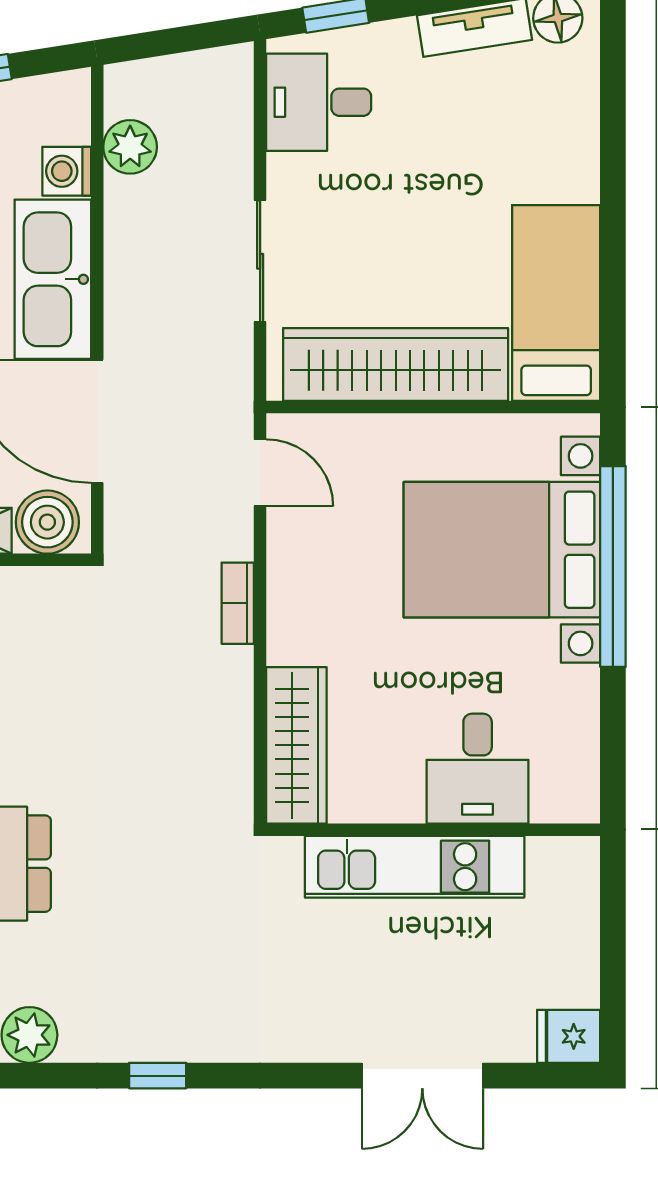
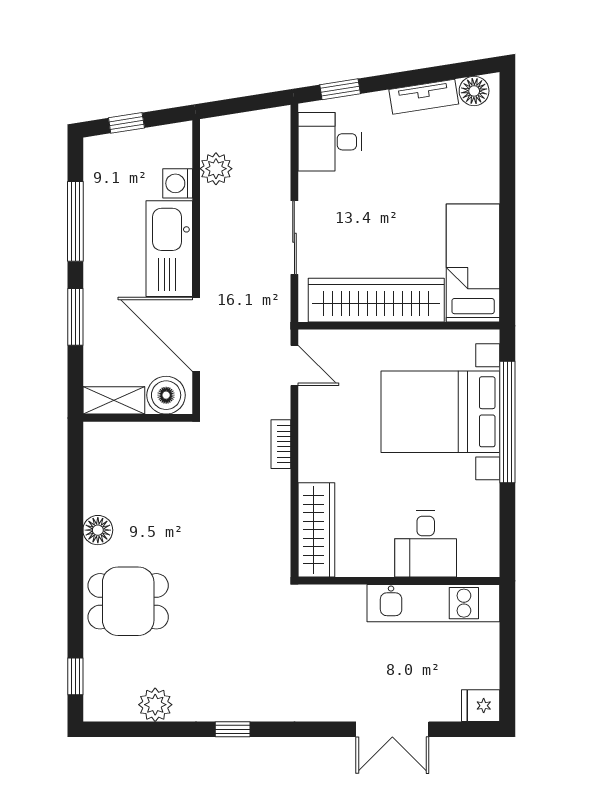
kitchen unit: (415, 867) -> (433, 603), moved

